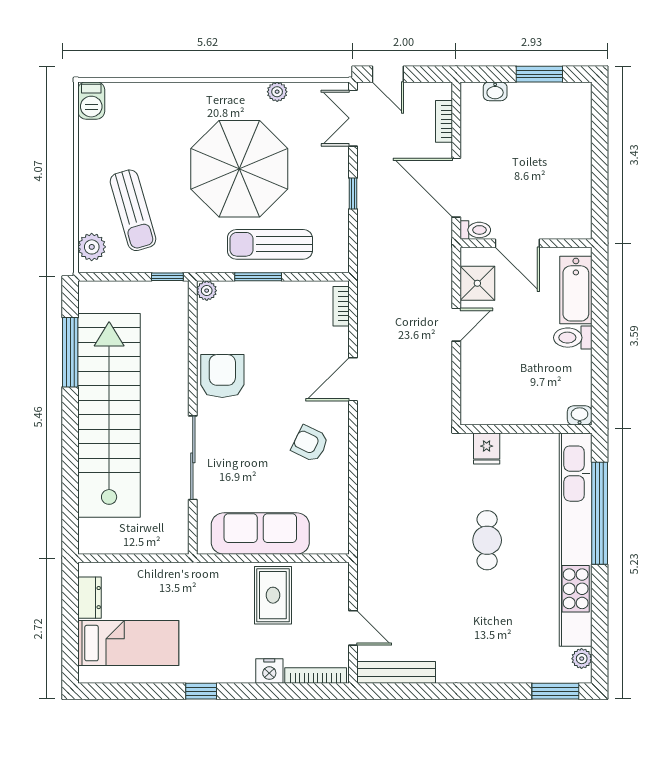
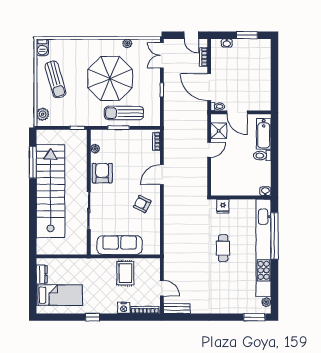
door: (388, 74) -> (191, 35), moved
sun lounger: (133, 210) -> (55, 79), moved
plant: (207, 291) -> (95, 149), moved
bench: (396, 672) -> (177, 309), width x0.73

